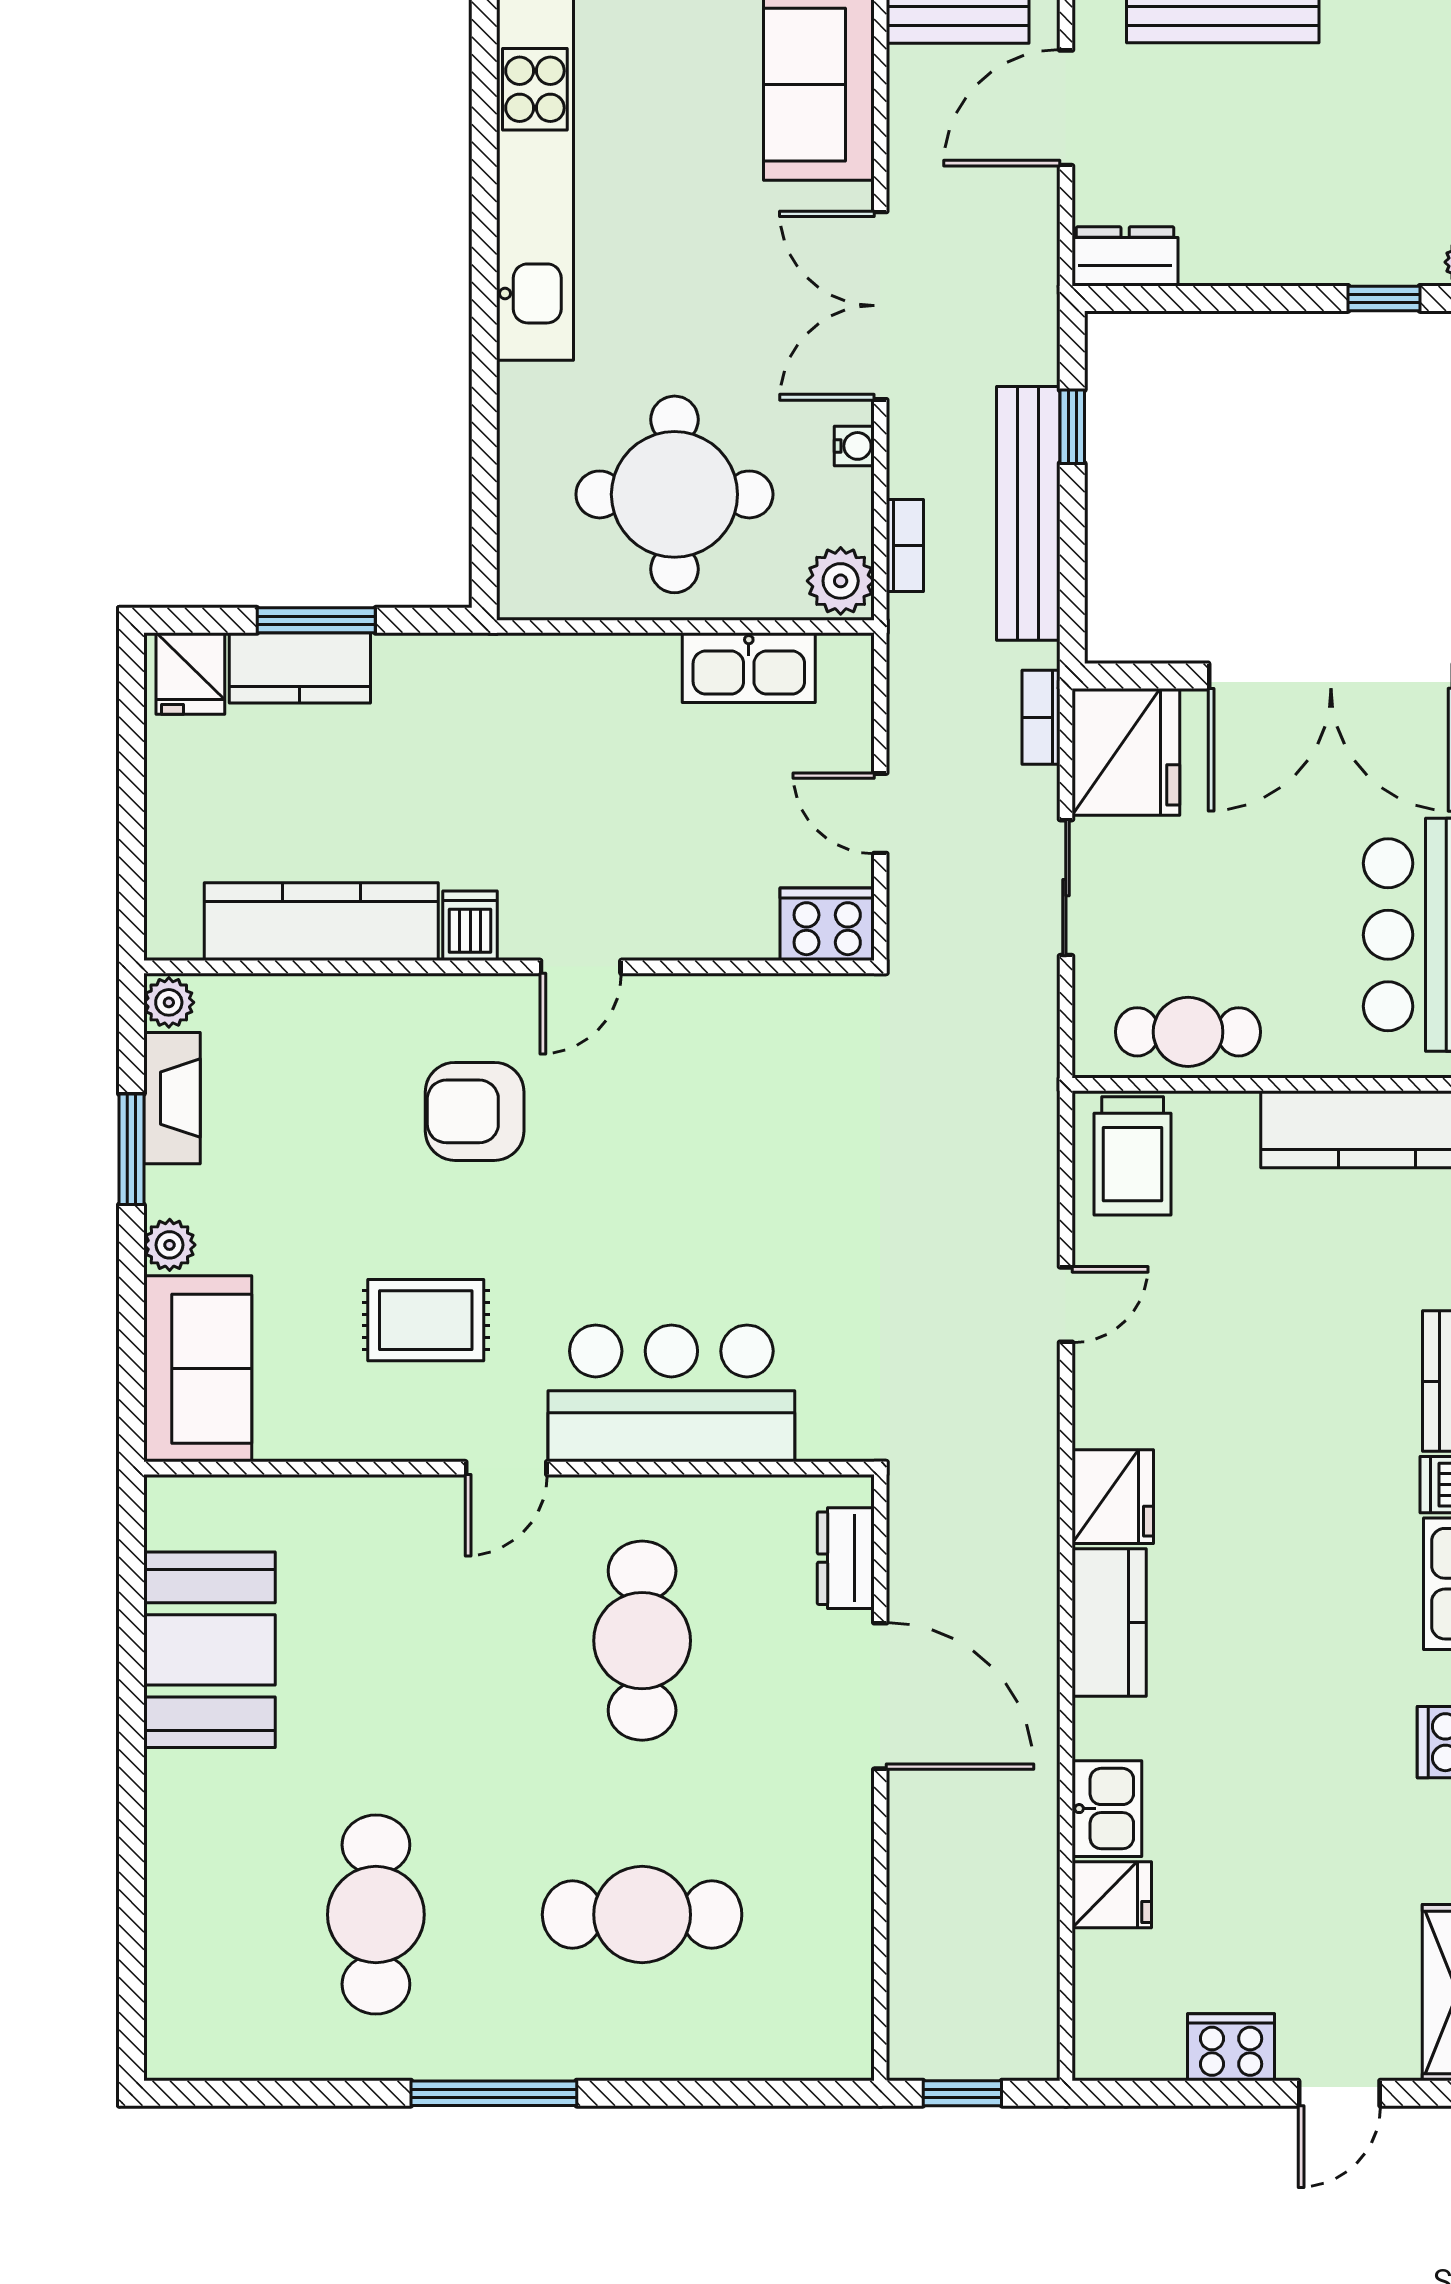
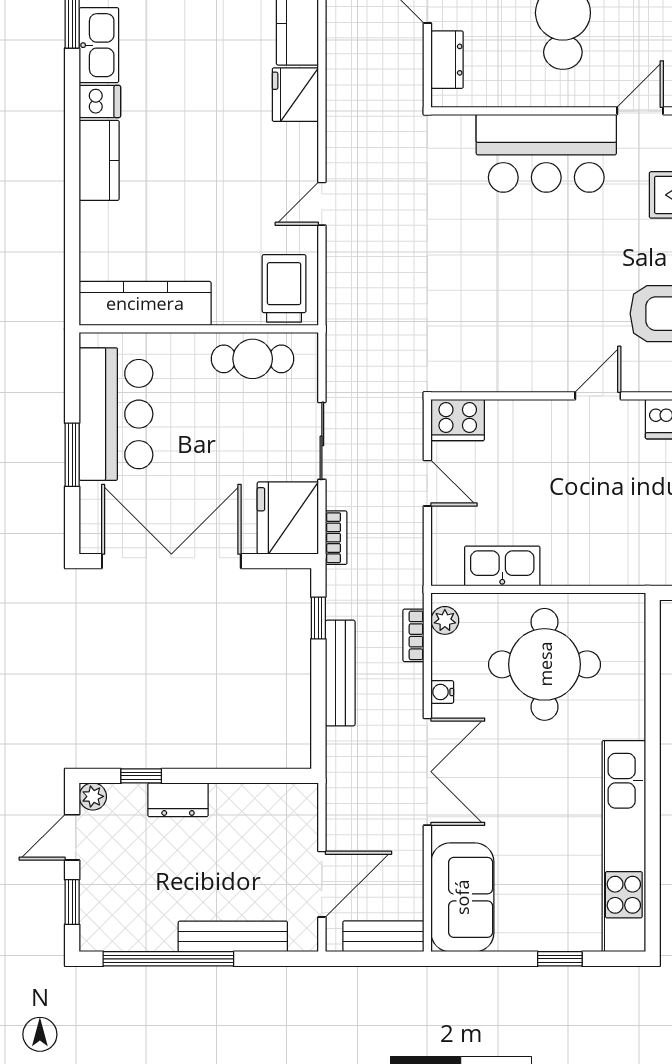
dresser: (1125, 256) -> (178, 800), moved
window: (1072, 427) -> (318, 618), moved
bench: (1028, 513) -> (340, 673), width x0.73, depth x0.82
plant: (841, 581) -> (445, 620), width x0.73, depth x0.73

